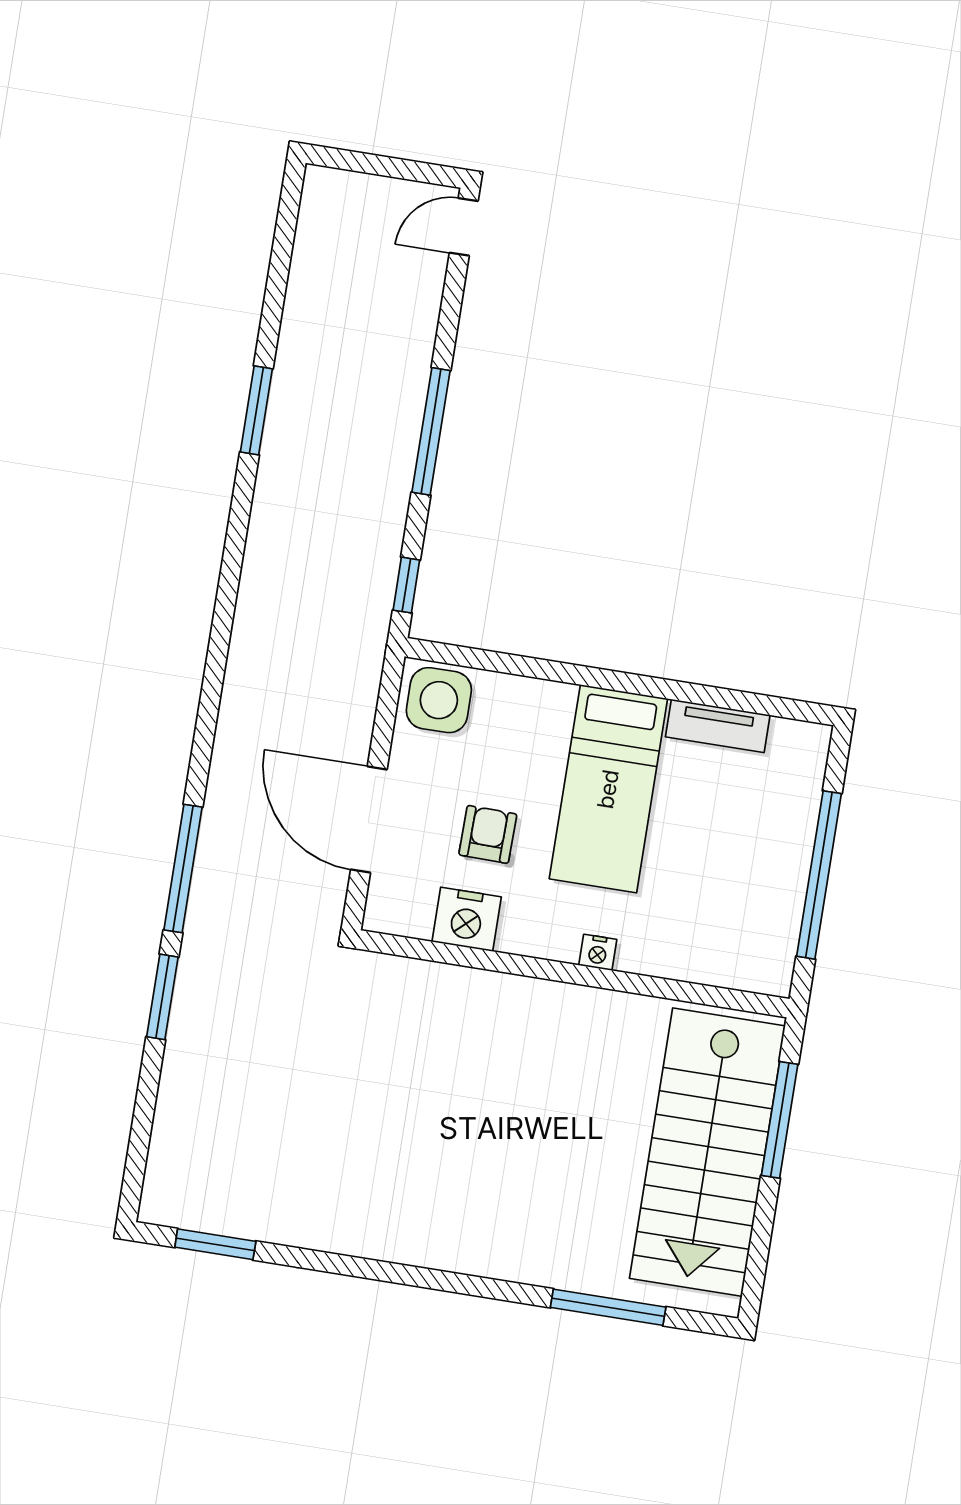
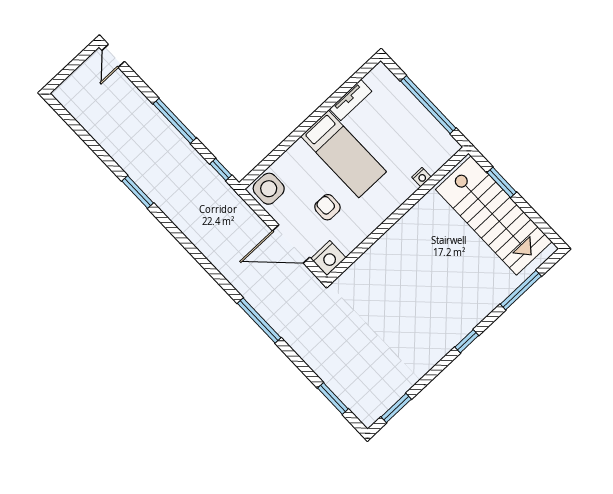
window: (256, 410) -> (138, 192), moved
nightstand: (467, 919) -> (328, 258), moved
nightstand: (598, 952) -> (421, 177), moved
window: (162, 997) -> (333, 399), moved
window: (780, 1120) -> (502, 182), width x0.69
window: (438, 1280) -> (467, 341), added

